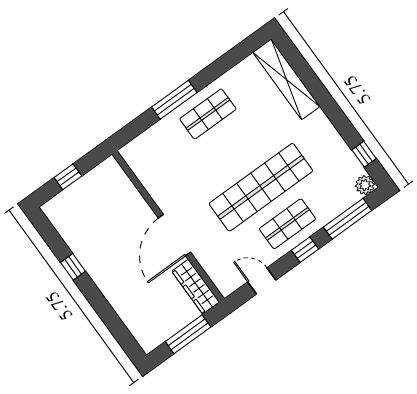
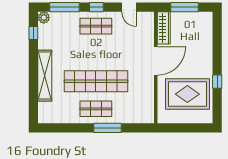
shelving: (286, 79) -> (45, 76), moved
window: (68, 177) -> (188, 128), removed
shop shelf: (261, 187) -> (96, 81), moved
rug: (101, 222) -> (187, 94), added

